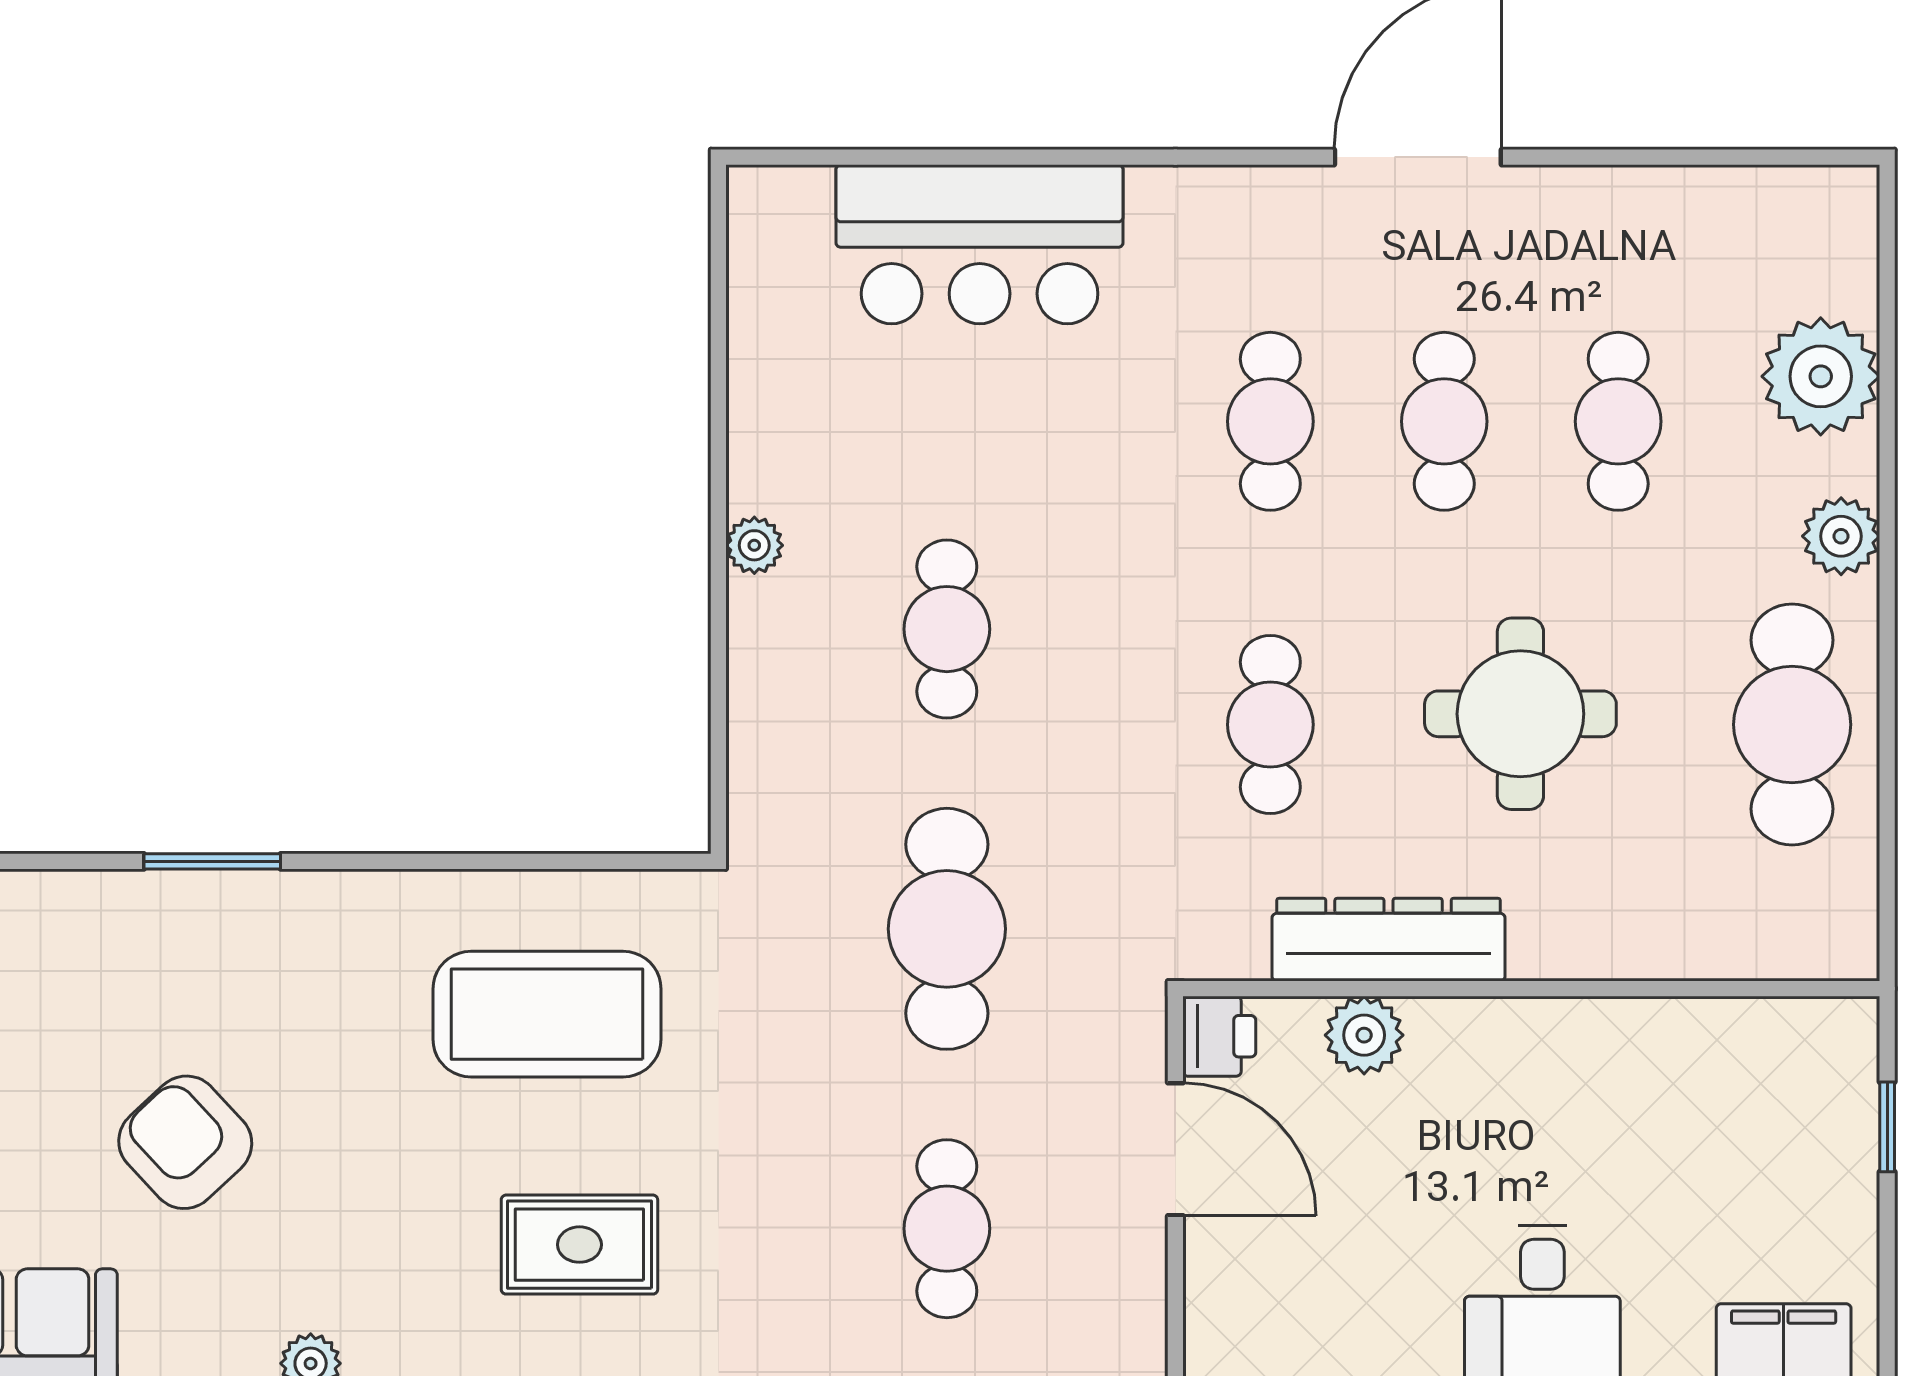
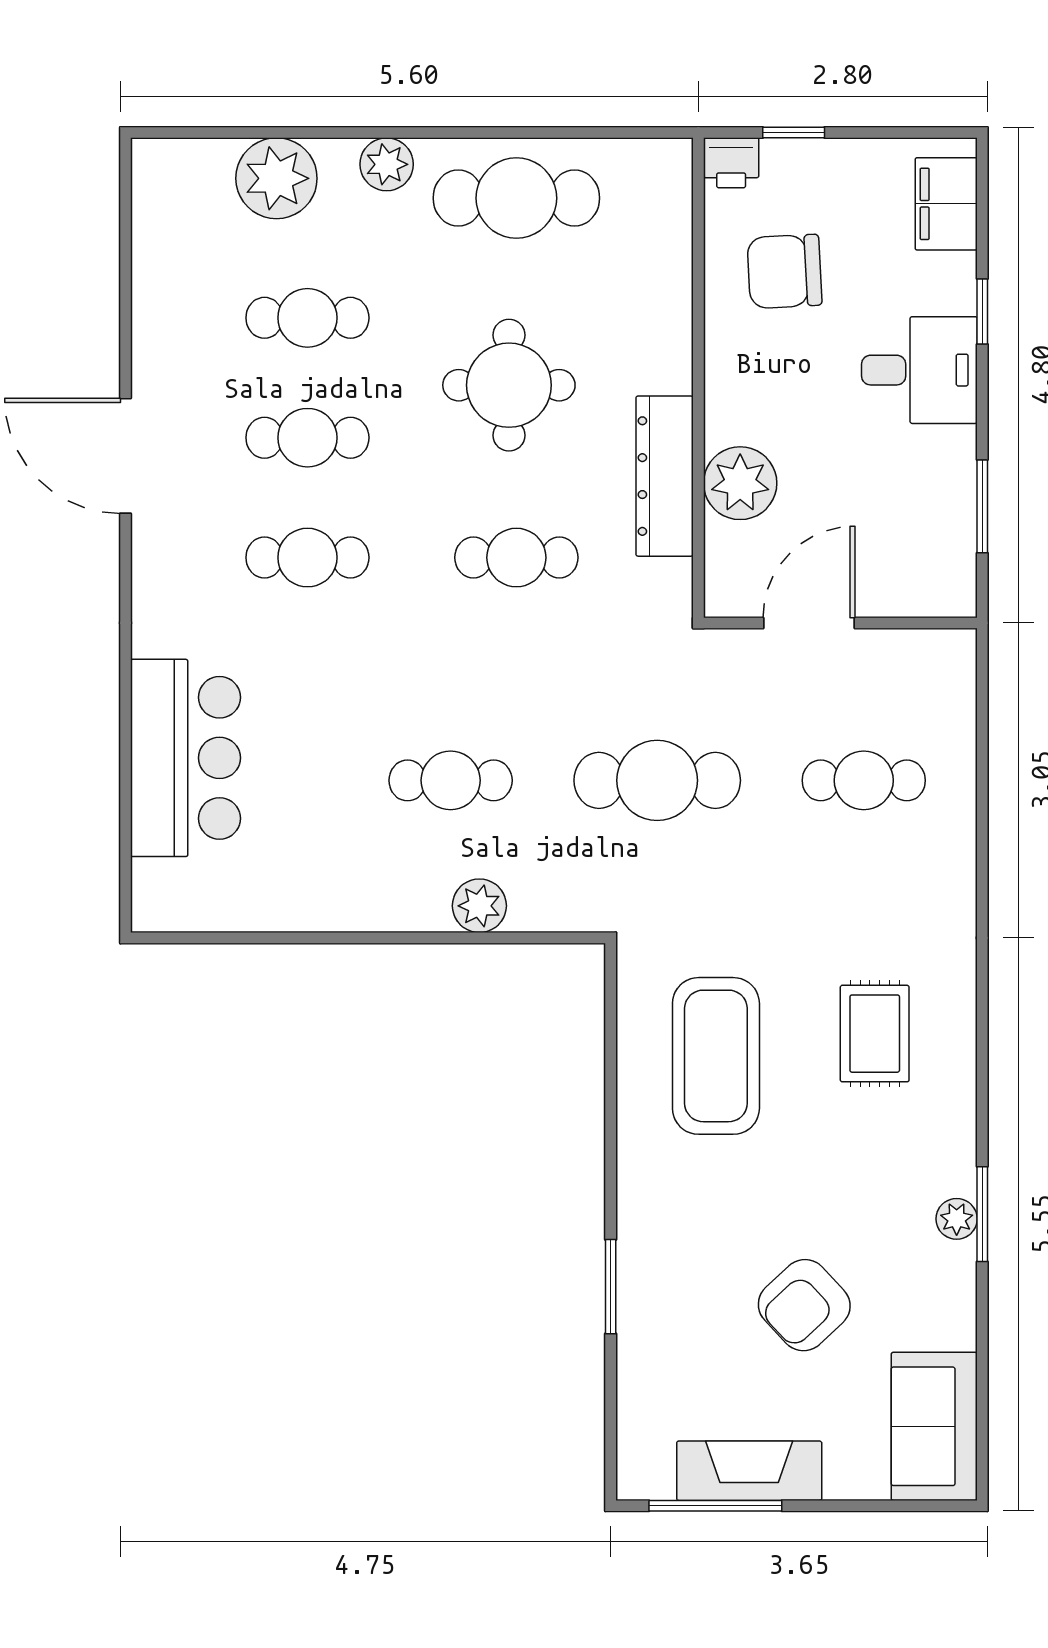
plant: (754, 545) -> (479, 906), moved, width x1.38, depth x1.38
plant: (1364, 1035) -> (740, 483), width x1.36, depth x1.36
printer: (1219, 1036) -> (731, 163), moved, turned 180
chair: (1686, 1114) -> (784, 271), added

